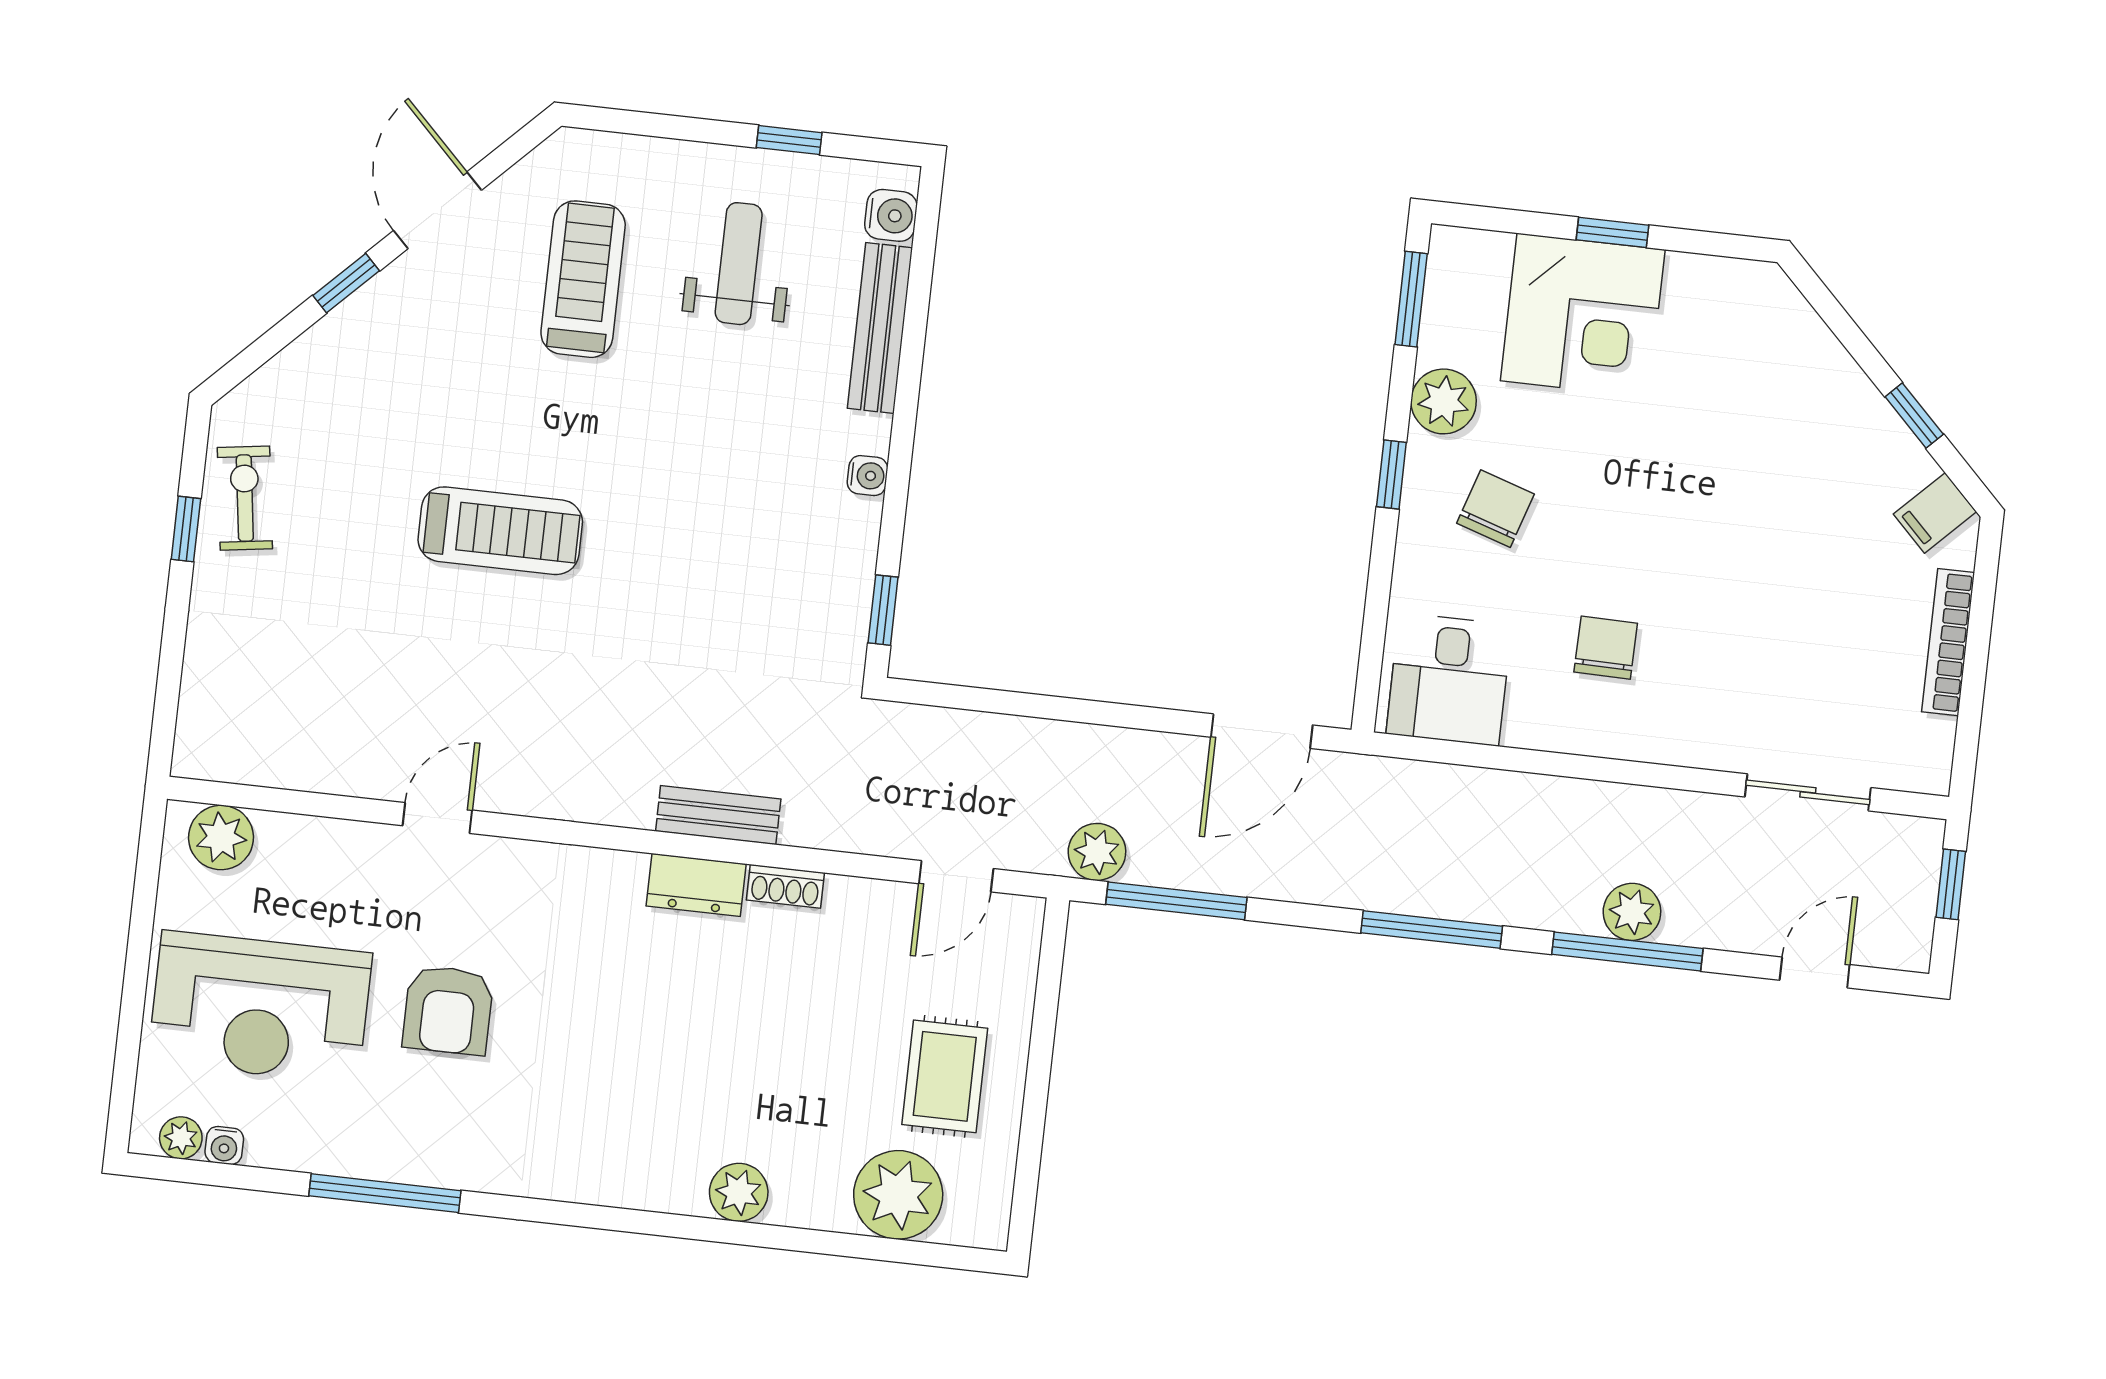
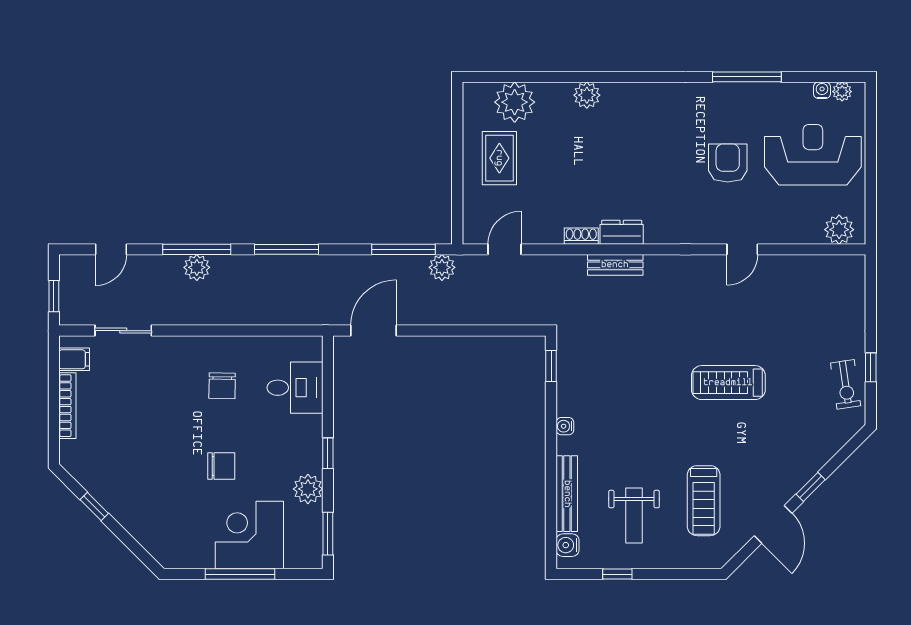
window: (1612, 232) -> (240, 574), width x2.17
chair: (1495, 509) -> (221, 466), moved, turned -108
filing cabinet: (1935, 513) -> (74, 359), moved, turned 45
desk: (1449, 679) -> (295, 388), moved, turned 90

